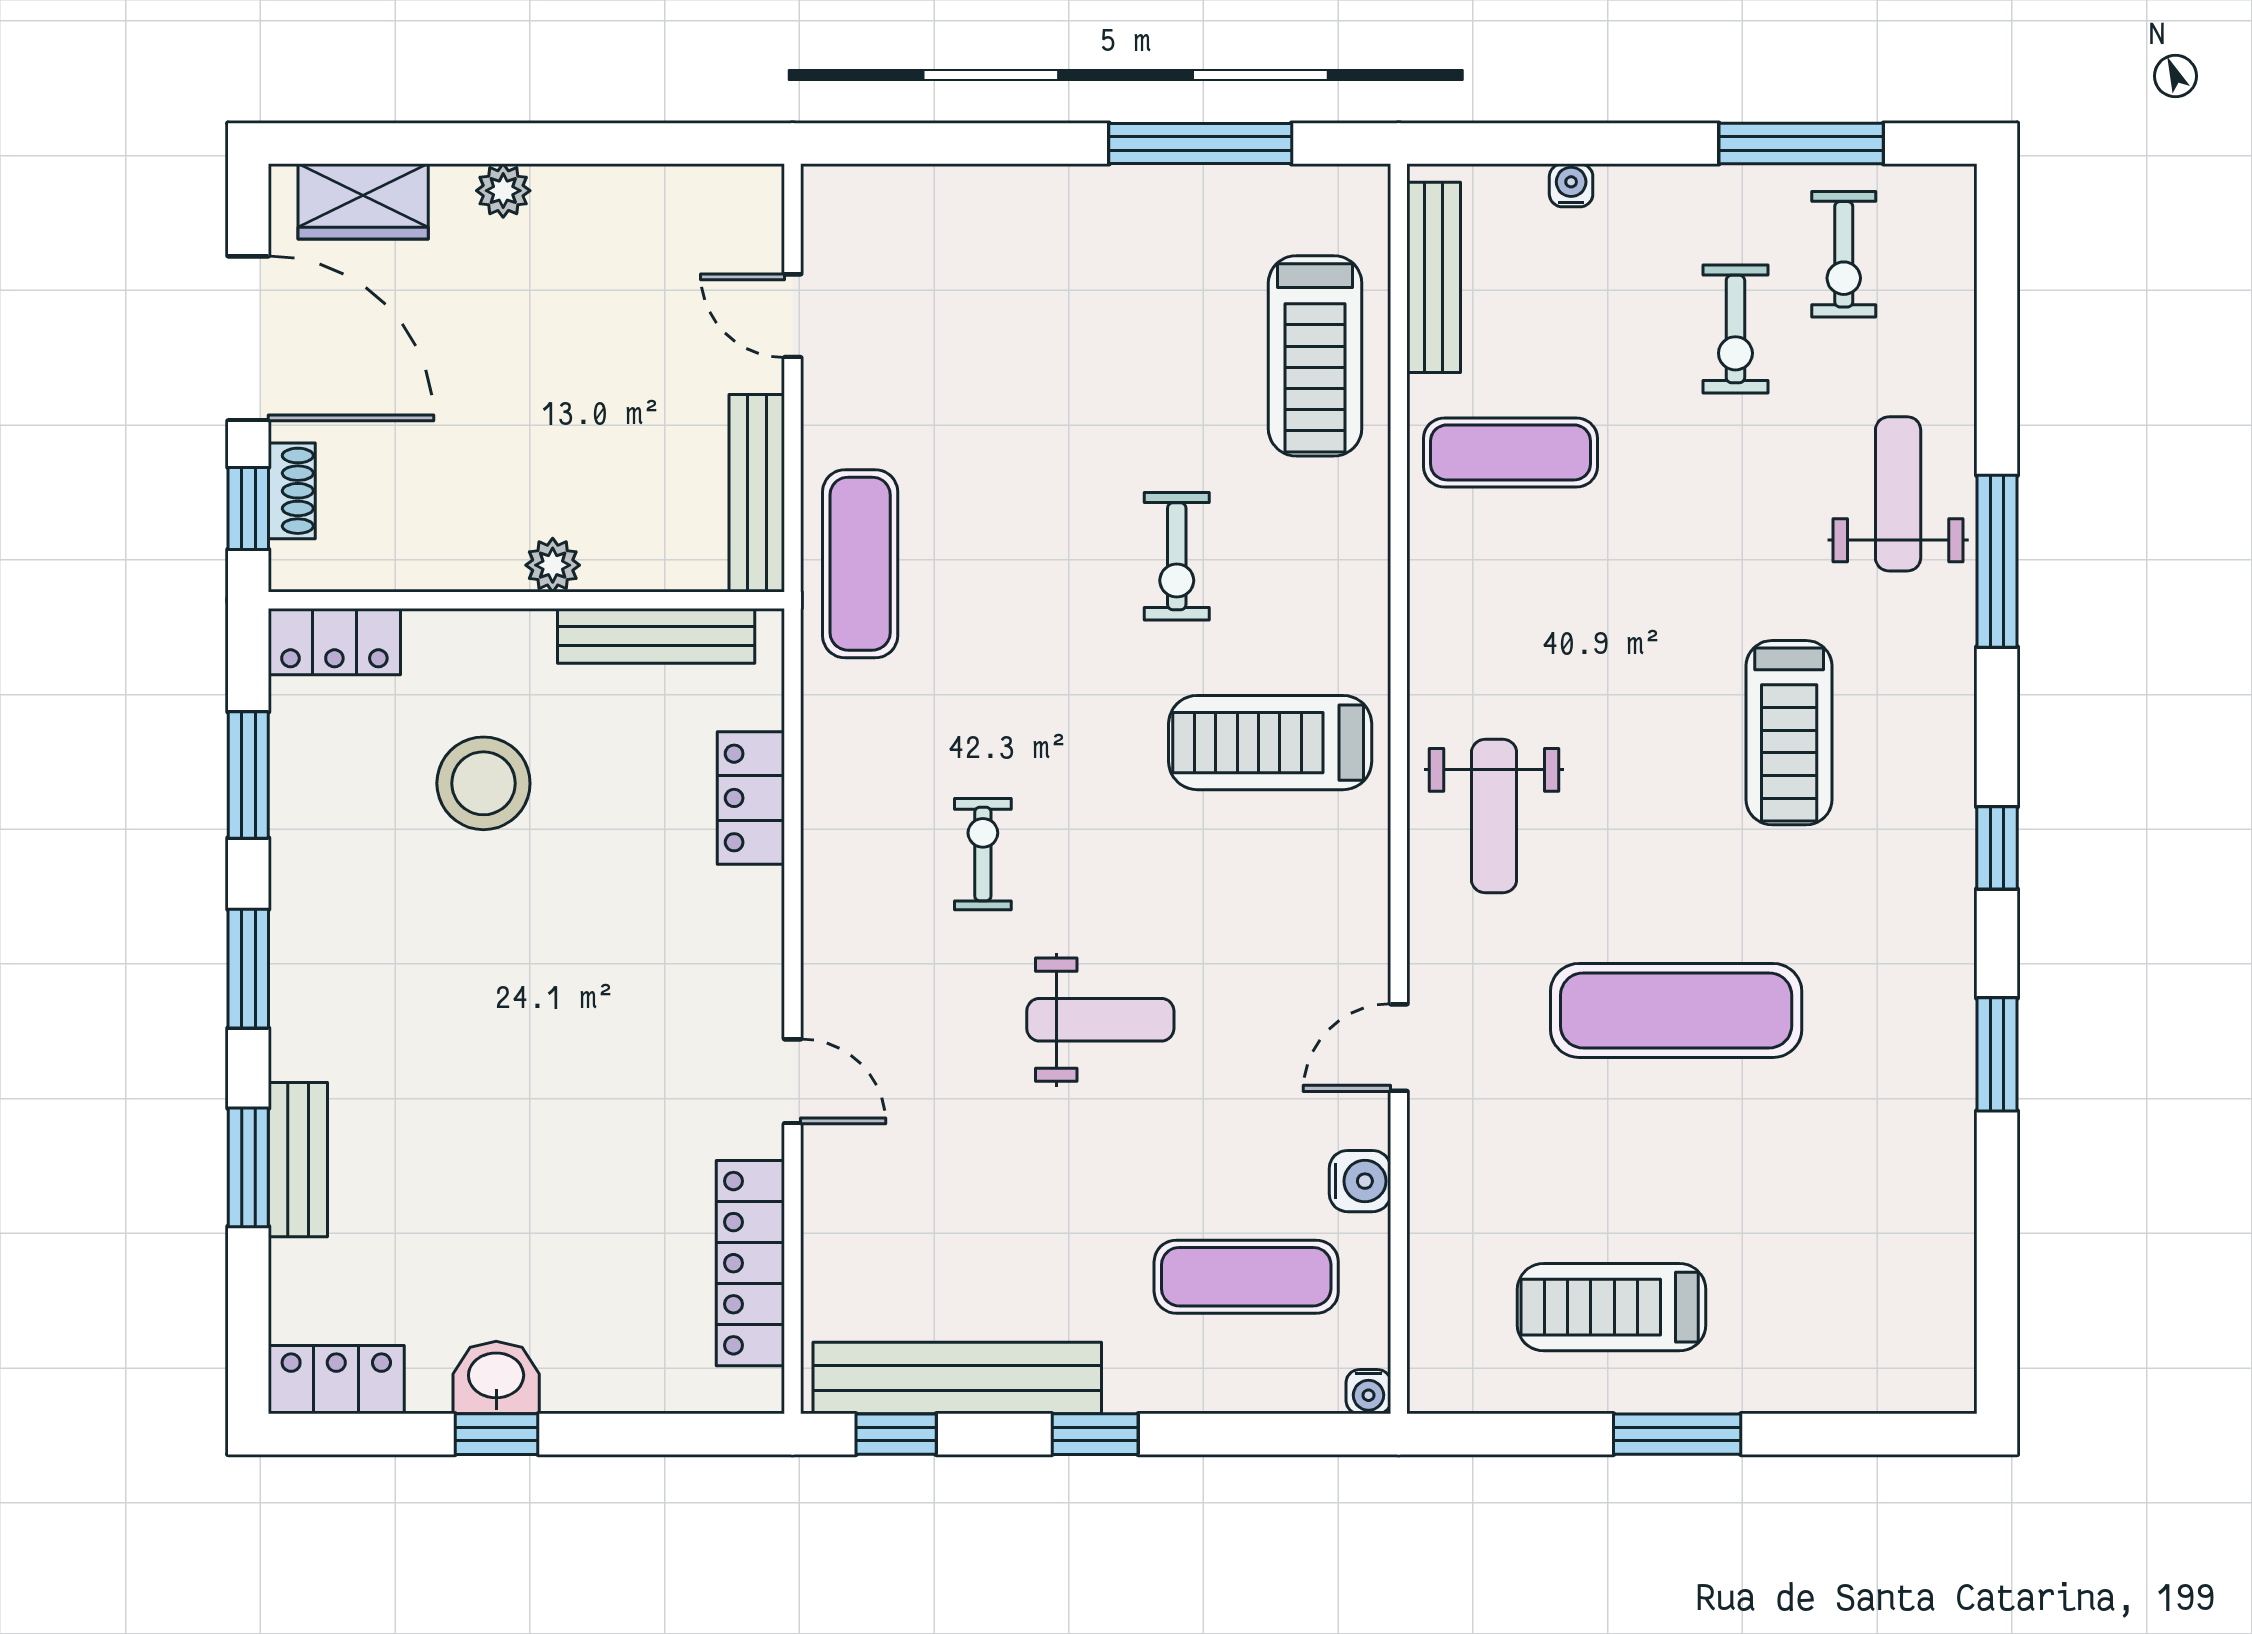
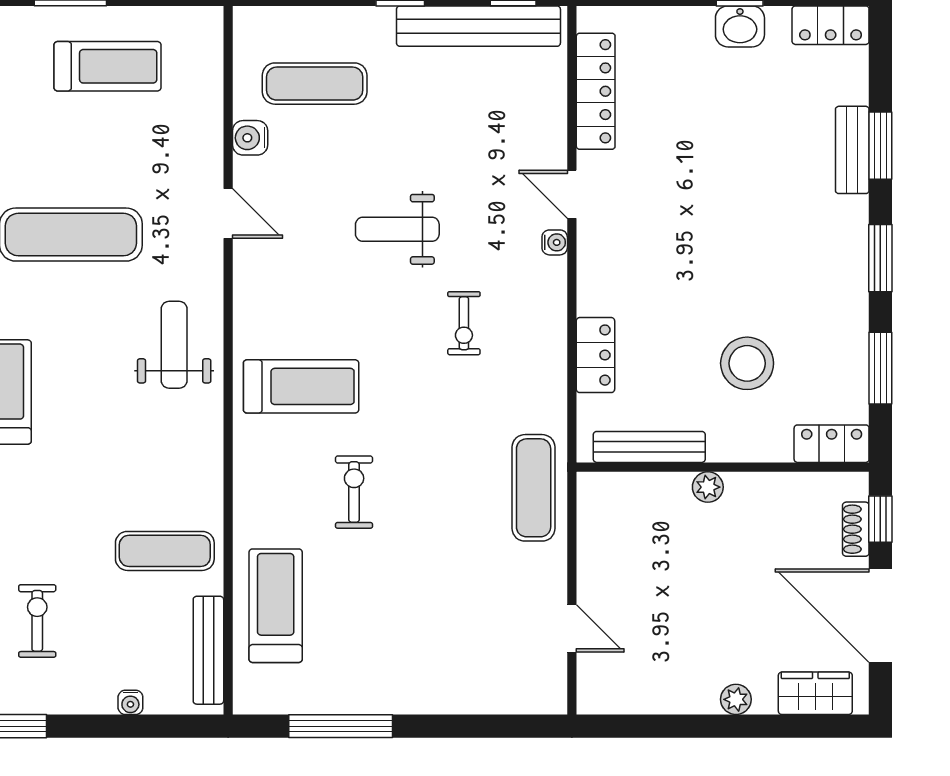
bench: (757, 493) -> (592, 528), removed
door: (1399, 1048) -> (228, 213), hinge flipped
water cooler: (1368, 1392) -> (555, 242), moved, turned 90

